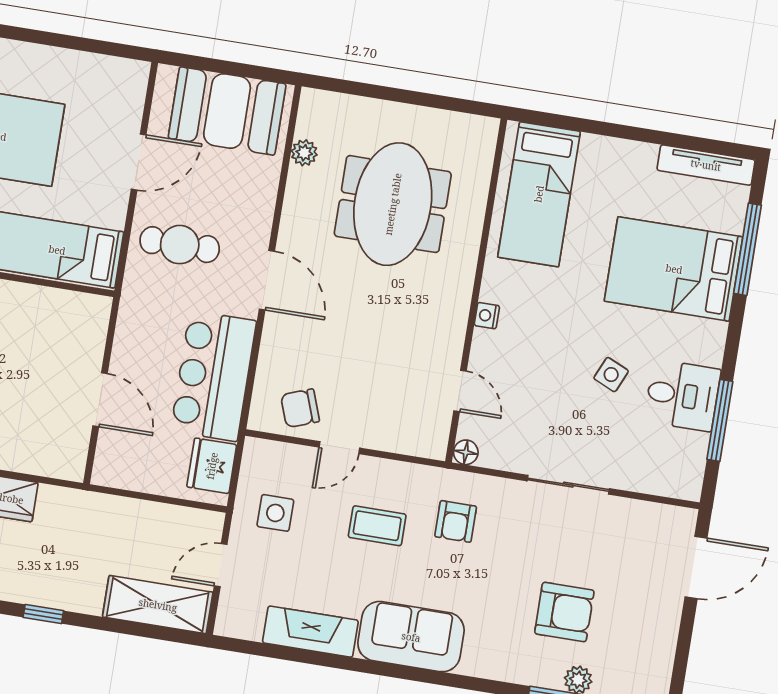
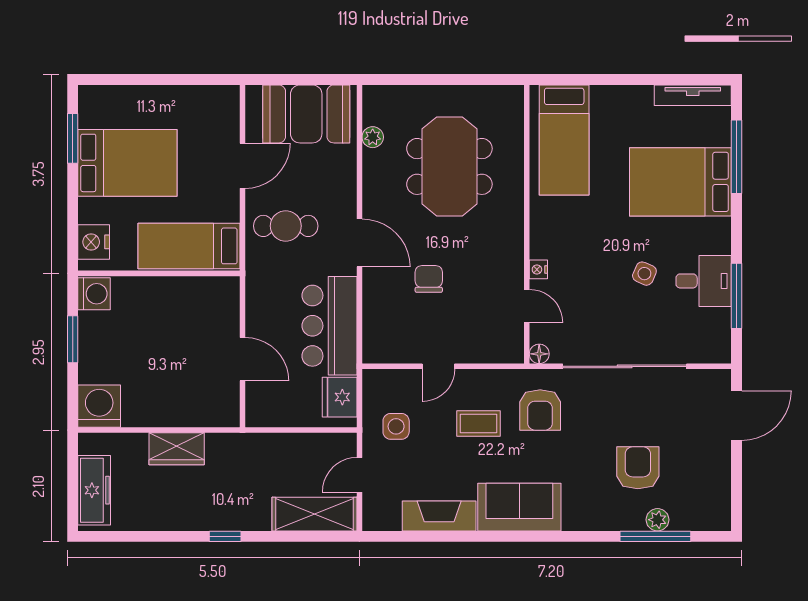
nightstand: (487, 316) -> (538, 269), moved
chair: (300, 408) -> (429, 279), moved, turned 110
sliding door: (568, 485) -> (625, 366), width x1.86
armchair: (456, 521) -> (540, 410), width x1.38, depth x1.38
armchair: (564, 612) -> (638, 468), turned -90

